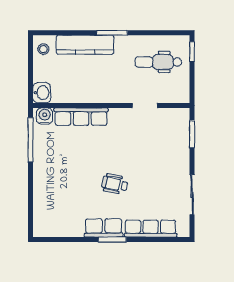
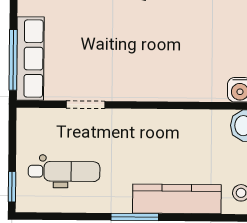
row of seats: (81, 117) -> (30, 59), moved, turned 90
window: (192, 134) -> (13, 60), width x1.44

